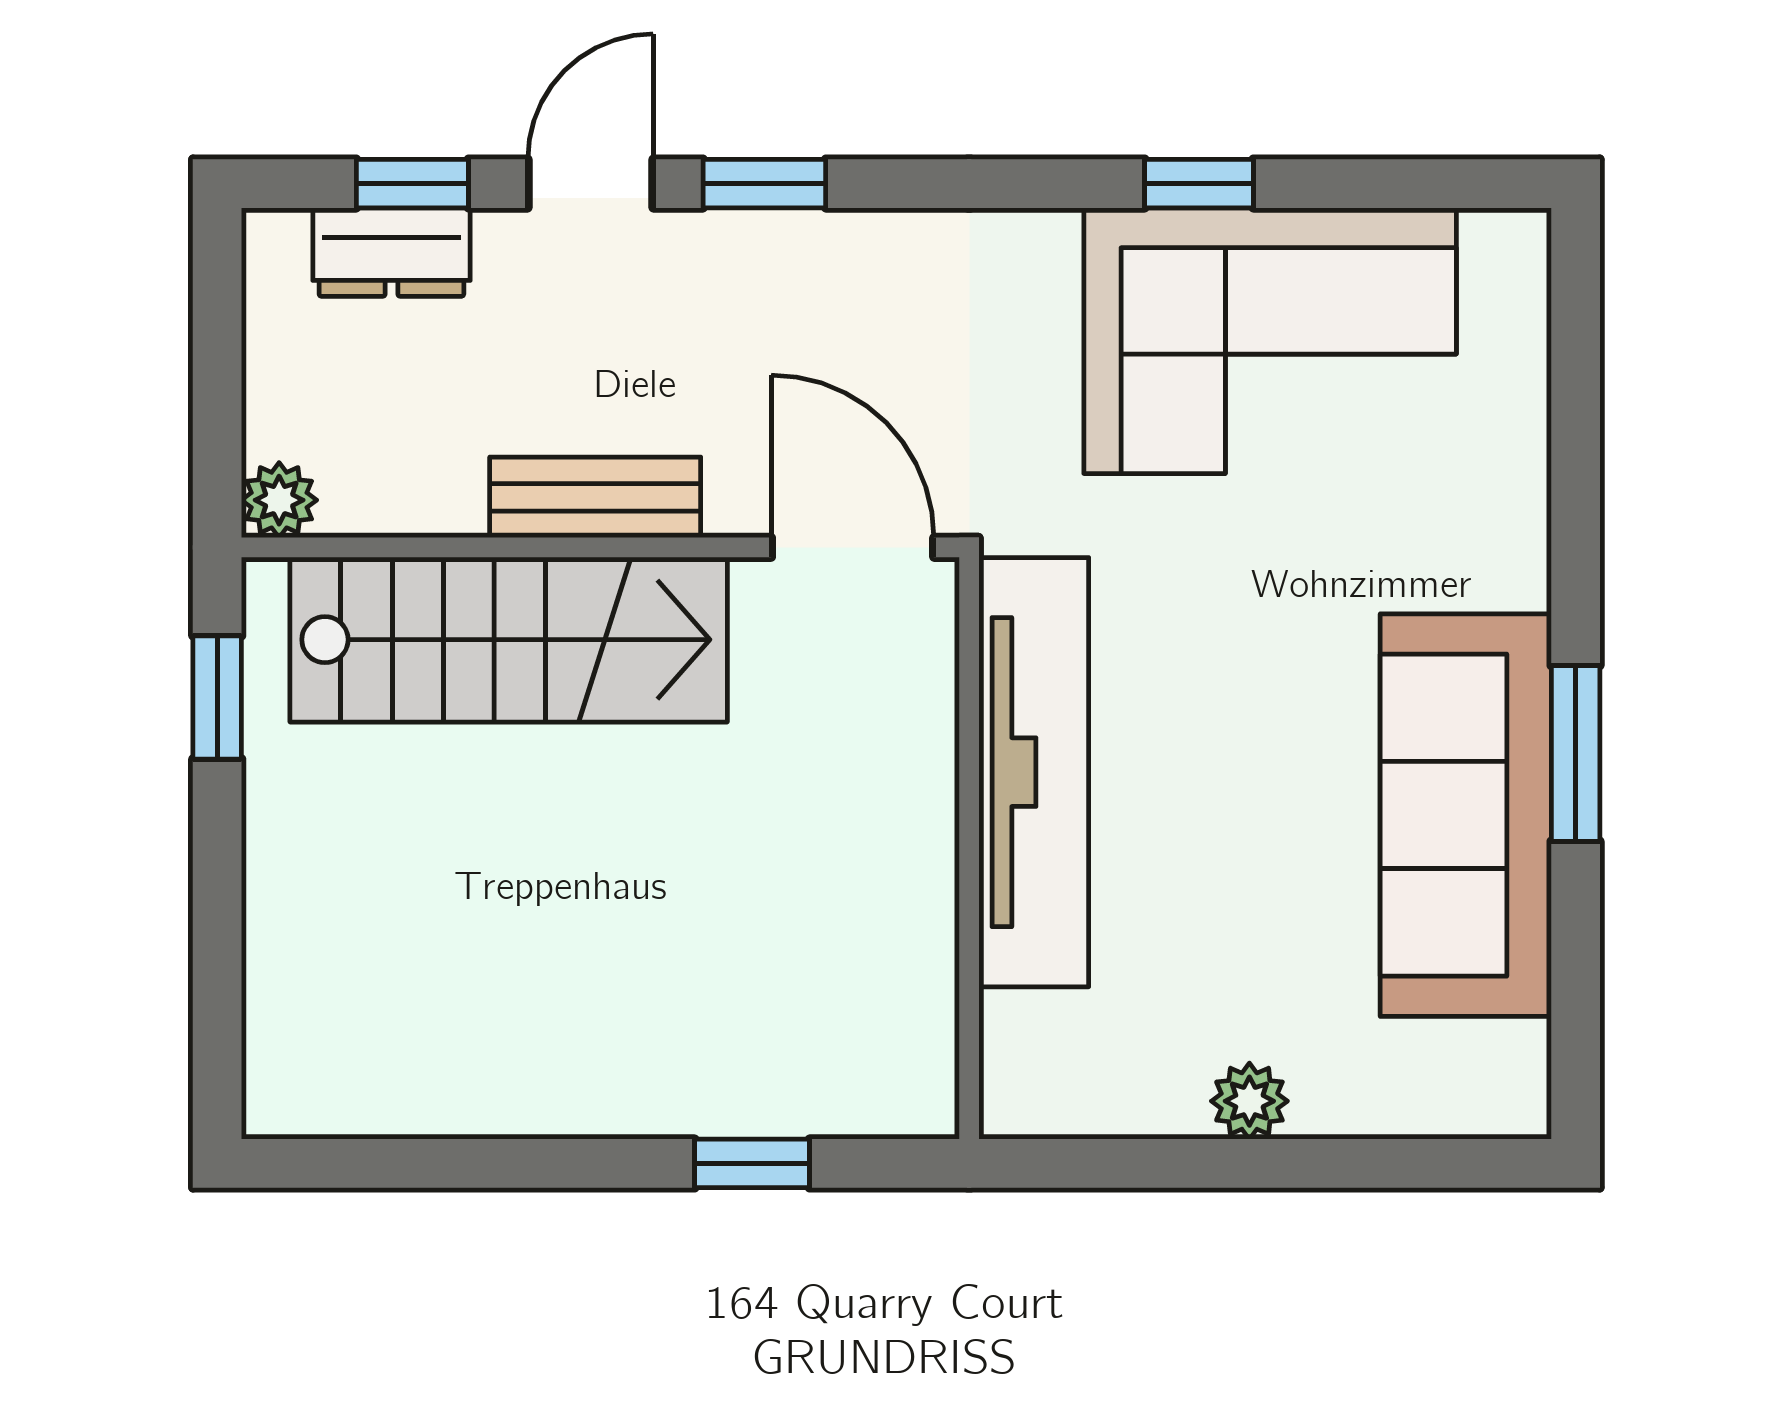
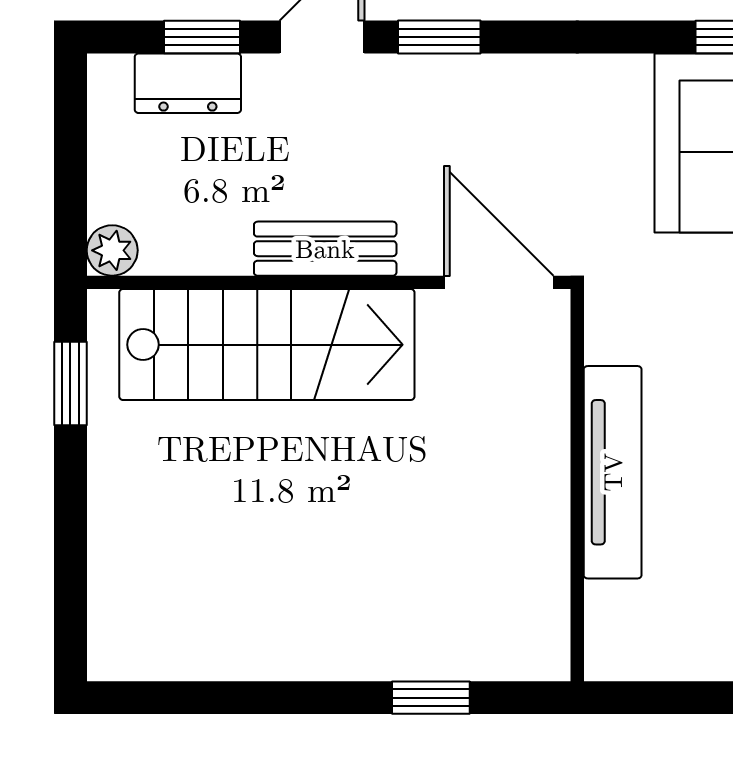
tv unit: (1034, 772) -> (613, 472), width x0.73, depth x0.78

